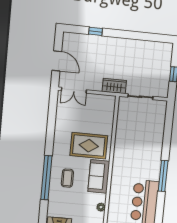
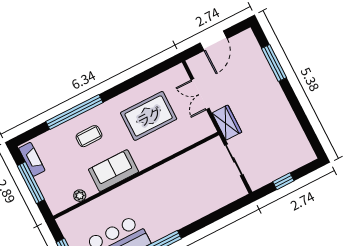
window: (96, 31) -> (274, 63), width x2.17
double door: (74, 90) -> (200, 94), moved
rug: (89, 146) -> (149, 116), moved, turned 90

